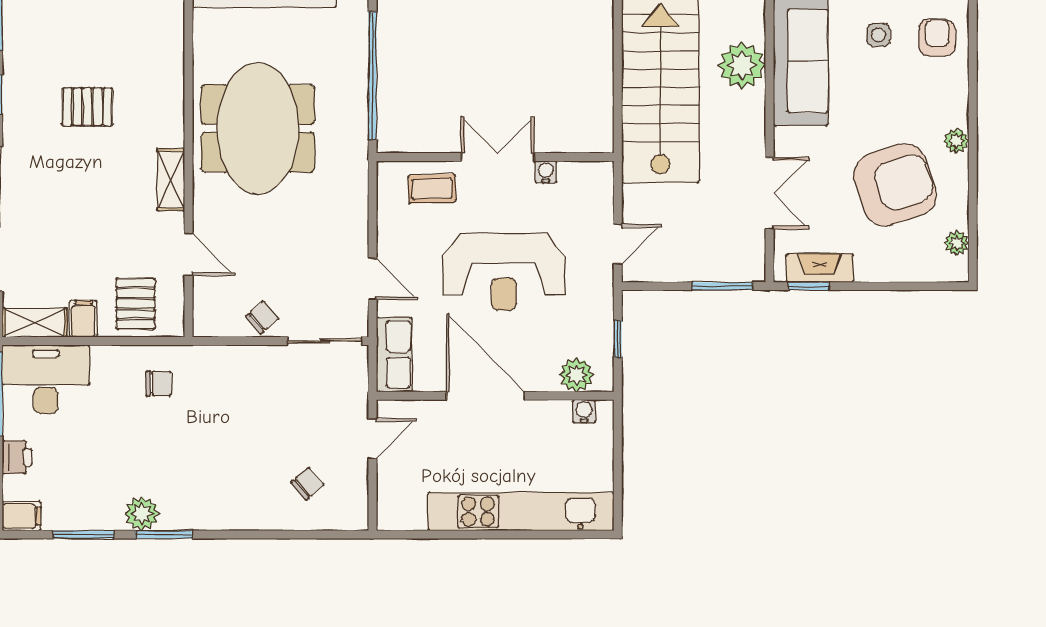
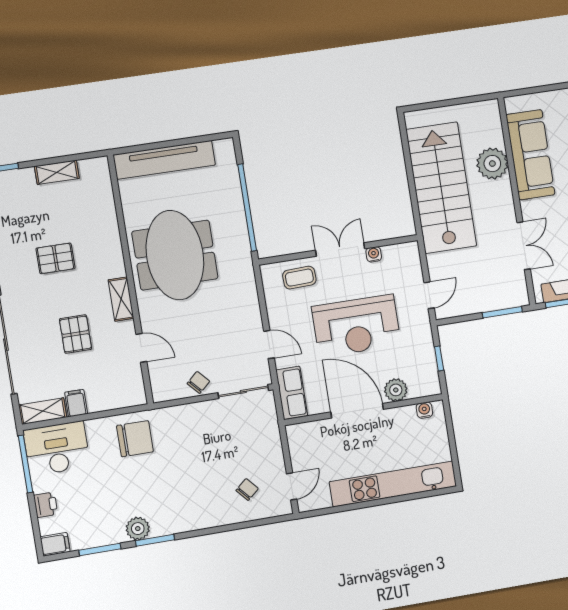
pallet: (136, 304) -> (76, 334), moved
plant: (576, 375) -> (396, 390), moved
chair: (159, 384) -> (135, 439), width x1.87, depth x1.87
door: (372, 439) -> (292, 486), moved

